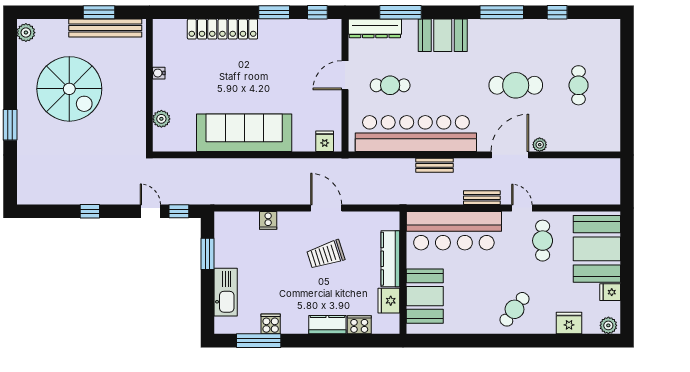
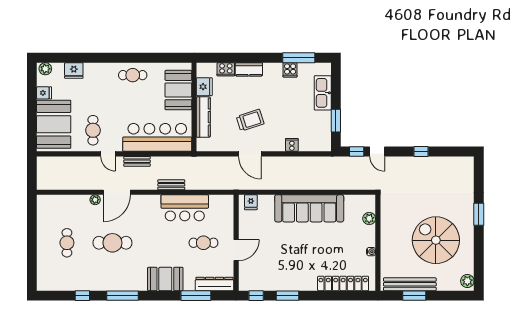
locker: (222, 29) -> (343, 283), moved
bar counter: (416, 134) -> (185, 208), width x0.54
cafe table: (515, 309) -> (133, 75), moved, turned 53

